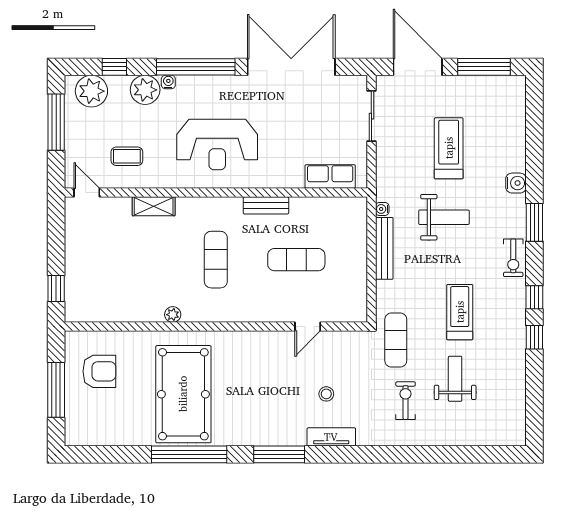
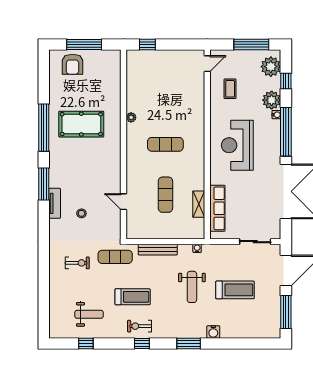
row of seats: (330, 177) -> (217, 208), width x1.48
bench: (266, 205) -> (199, 176), removed
shelving: (154, 206) -> (199, 204), moved
bench: (384, 248) -> (158, 250), moved
exercise bike: (513, 258) -> (140, 326), moved
window: (534, 337) -> (86, 343), moved
armchair: (99, 371) -> (73, 64), moved
weight bench: (455, 379) -> (89, 314), moved
pool table: (183, 394) -> (81, 124), width x0.73, depth x0.76
tv unit: (331, 437) -> (55, 203), moved

